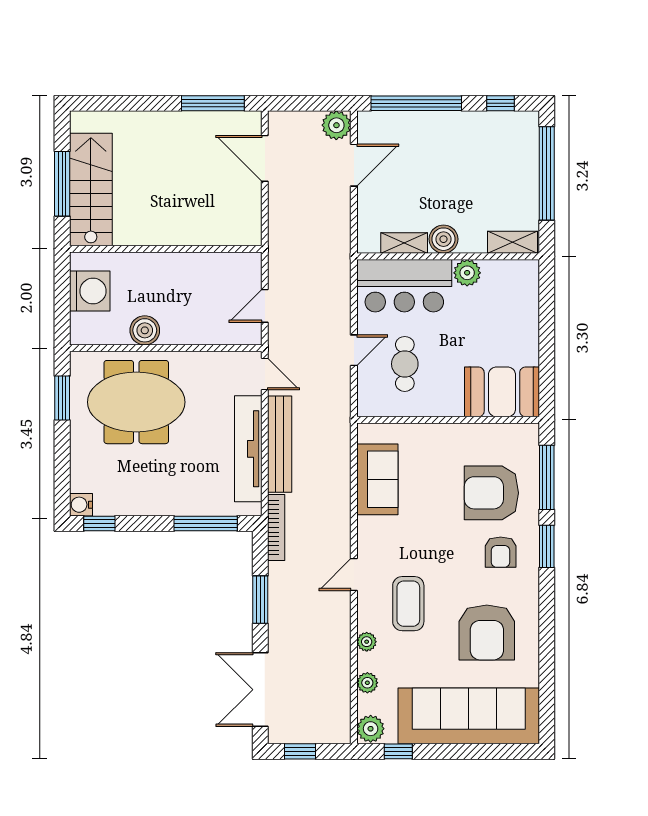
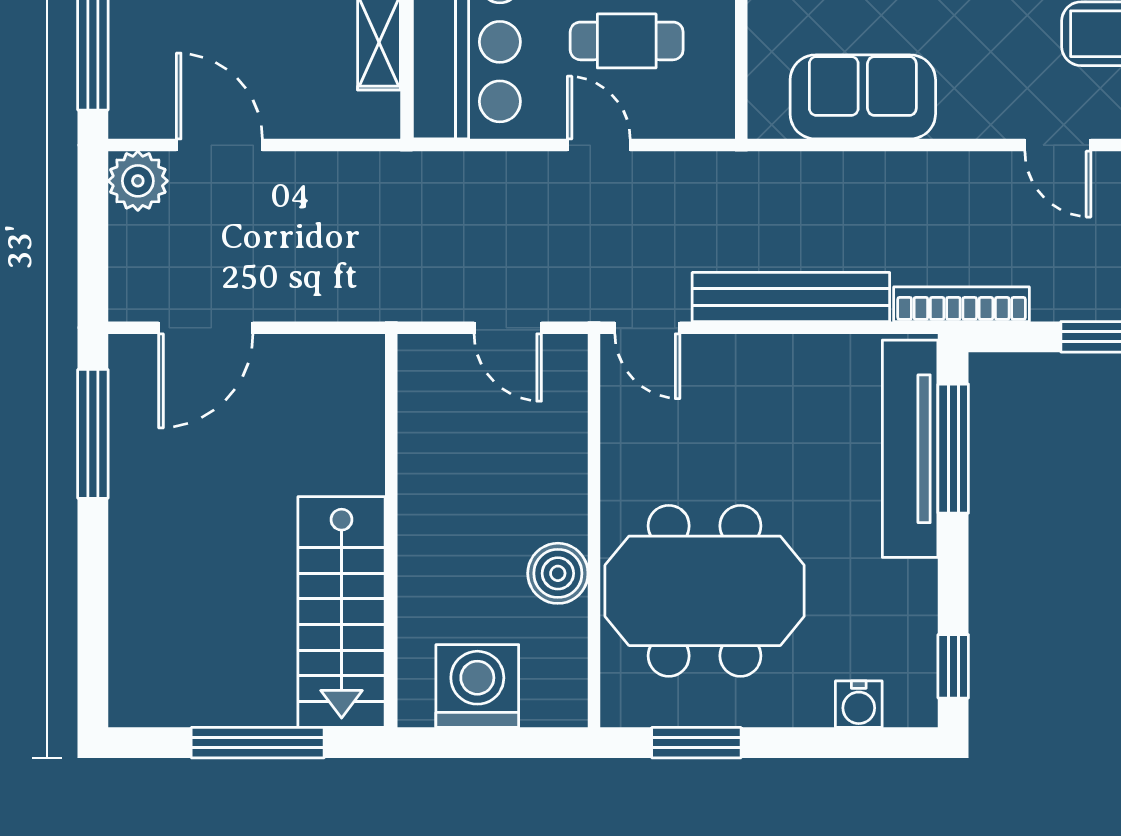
stairs: (91, 190) -> (342, 612), moved, turned -90
door: (265, 374) -> (647, 328), swing flipped
meeting table: (136, 402) -> (705, 591), turned 90
tv unit: (248, 449) -> (910, 449), moved, turned 90
water cooler: (81, 505) -> (859, 704), moved

